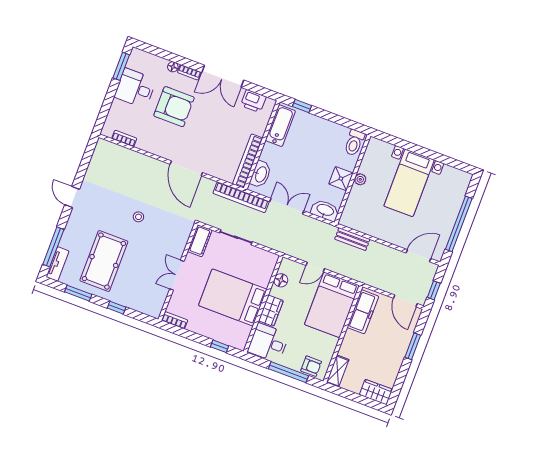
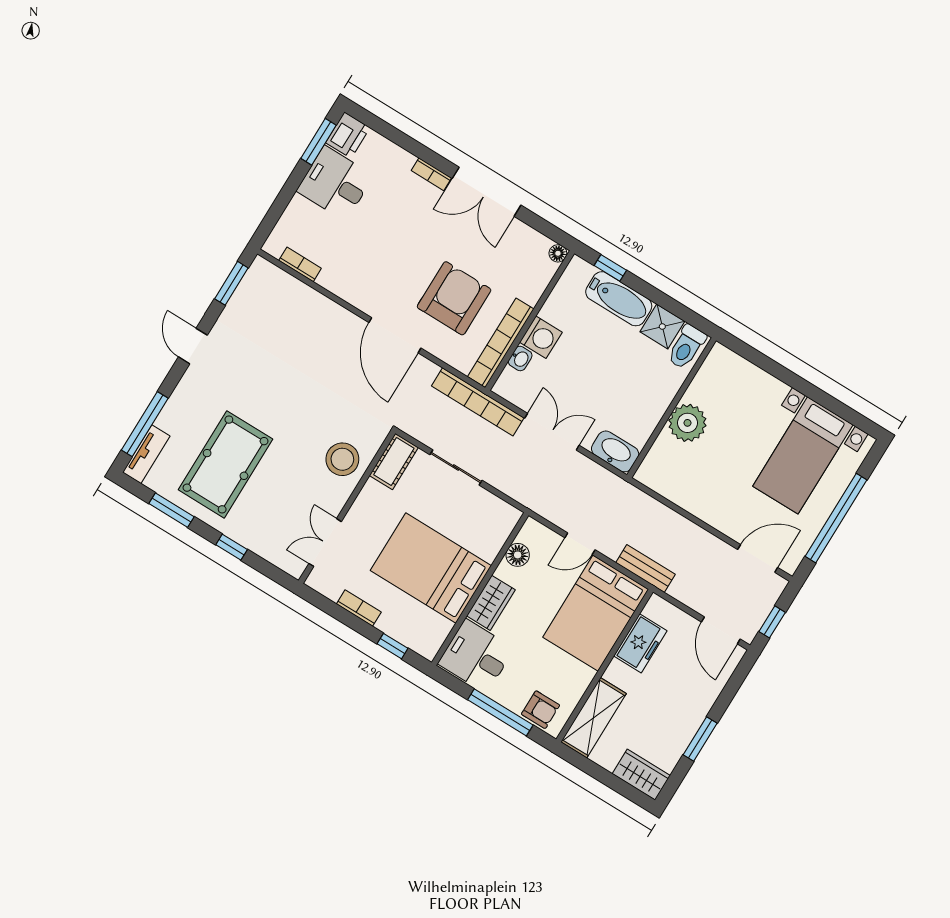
floor lamp: (173, 67) -> (558, 253), moved
printer: (253, 101) -> (348, 135), moved, turned -90
armchair: (174, 107) -> (454, 298), moved, turned -90
bathtub: (280, 126) -> (619, 299), moved, turned 90
washing machine: (270, 153) -> (541, 337), added
window: (87, 157) -> (231, 283), added
washbasin: (261, 174) -> (520, 358), width x0.52, depth x0.69
shower: (341, 179) -> (662, 327), moved
plant: (360, 179) -> (687, 423), width x1.87, depth x1.87
bed with nightstands: (409, 183) -> (803, 455), moved
stool: (138, 217) -> (342, 459), moved, width x1.89, depth x1.89
bench: (352, 239) -> (646, 568), moved
double door: (177, 275) -> (325, 543), moved
freezer: (363, 312) -> (640, 643), width x0.71
bookcase: (175, 320) -> (359, 608), moved
window: (413, 346) -> (700, 739), moved
shelving: (338, 371) -> (593, 718), width x1.50, depth x1.33

